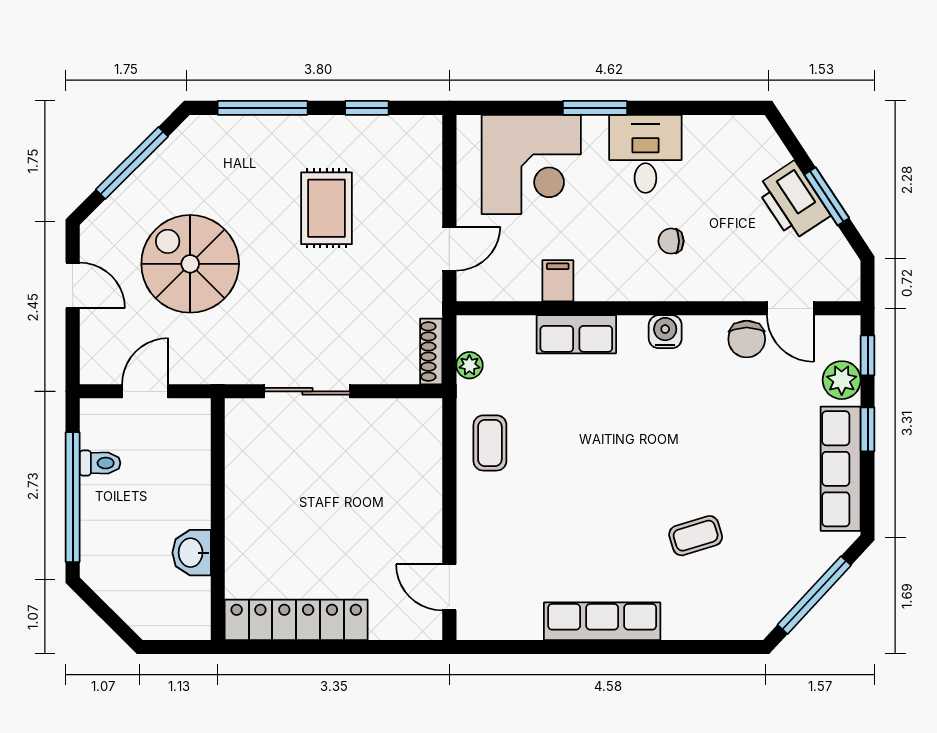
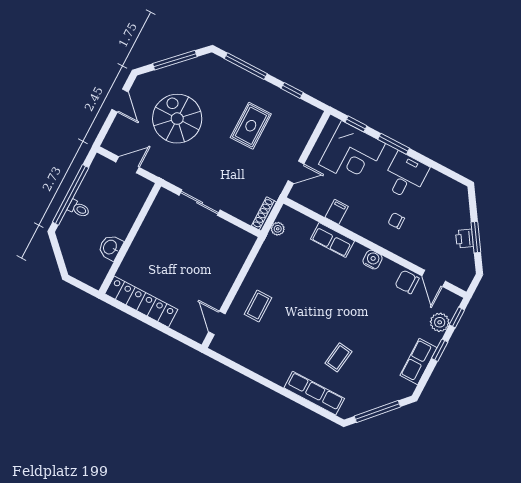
window: (510, 108) -> (356, 124), added
printer: (793, 201) -> (464, 239), width x0.53, depth x0.68
chair: (747, 339) -> (407, 282), turned 90
coffee table: (490, 443) -> (258, 306), moved
toilet: (100, 463) -> (79, 209), moved
row of seats: (841, 469) -> (419, 361), width x0.68
coffee table: (696, 536) -> (338, 357), turned -65
row of seats: (602, 621) -> (314, 393), moved

